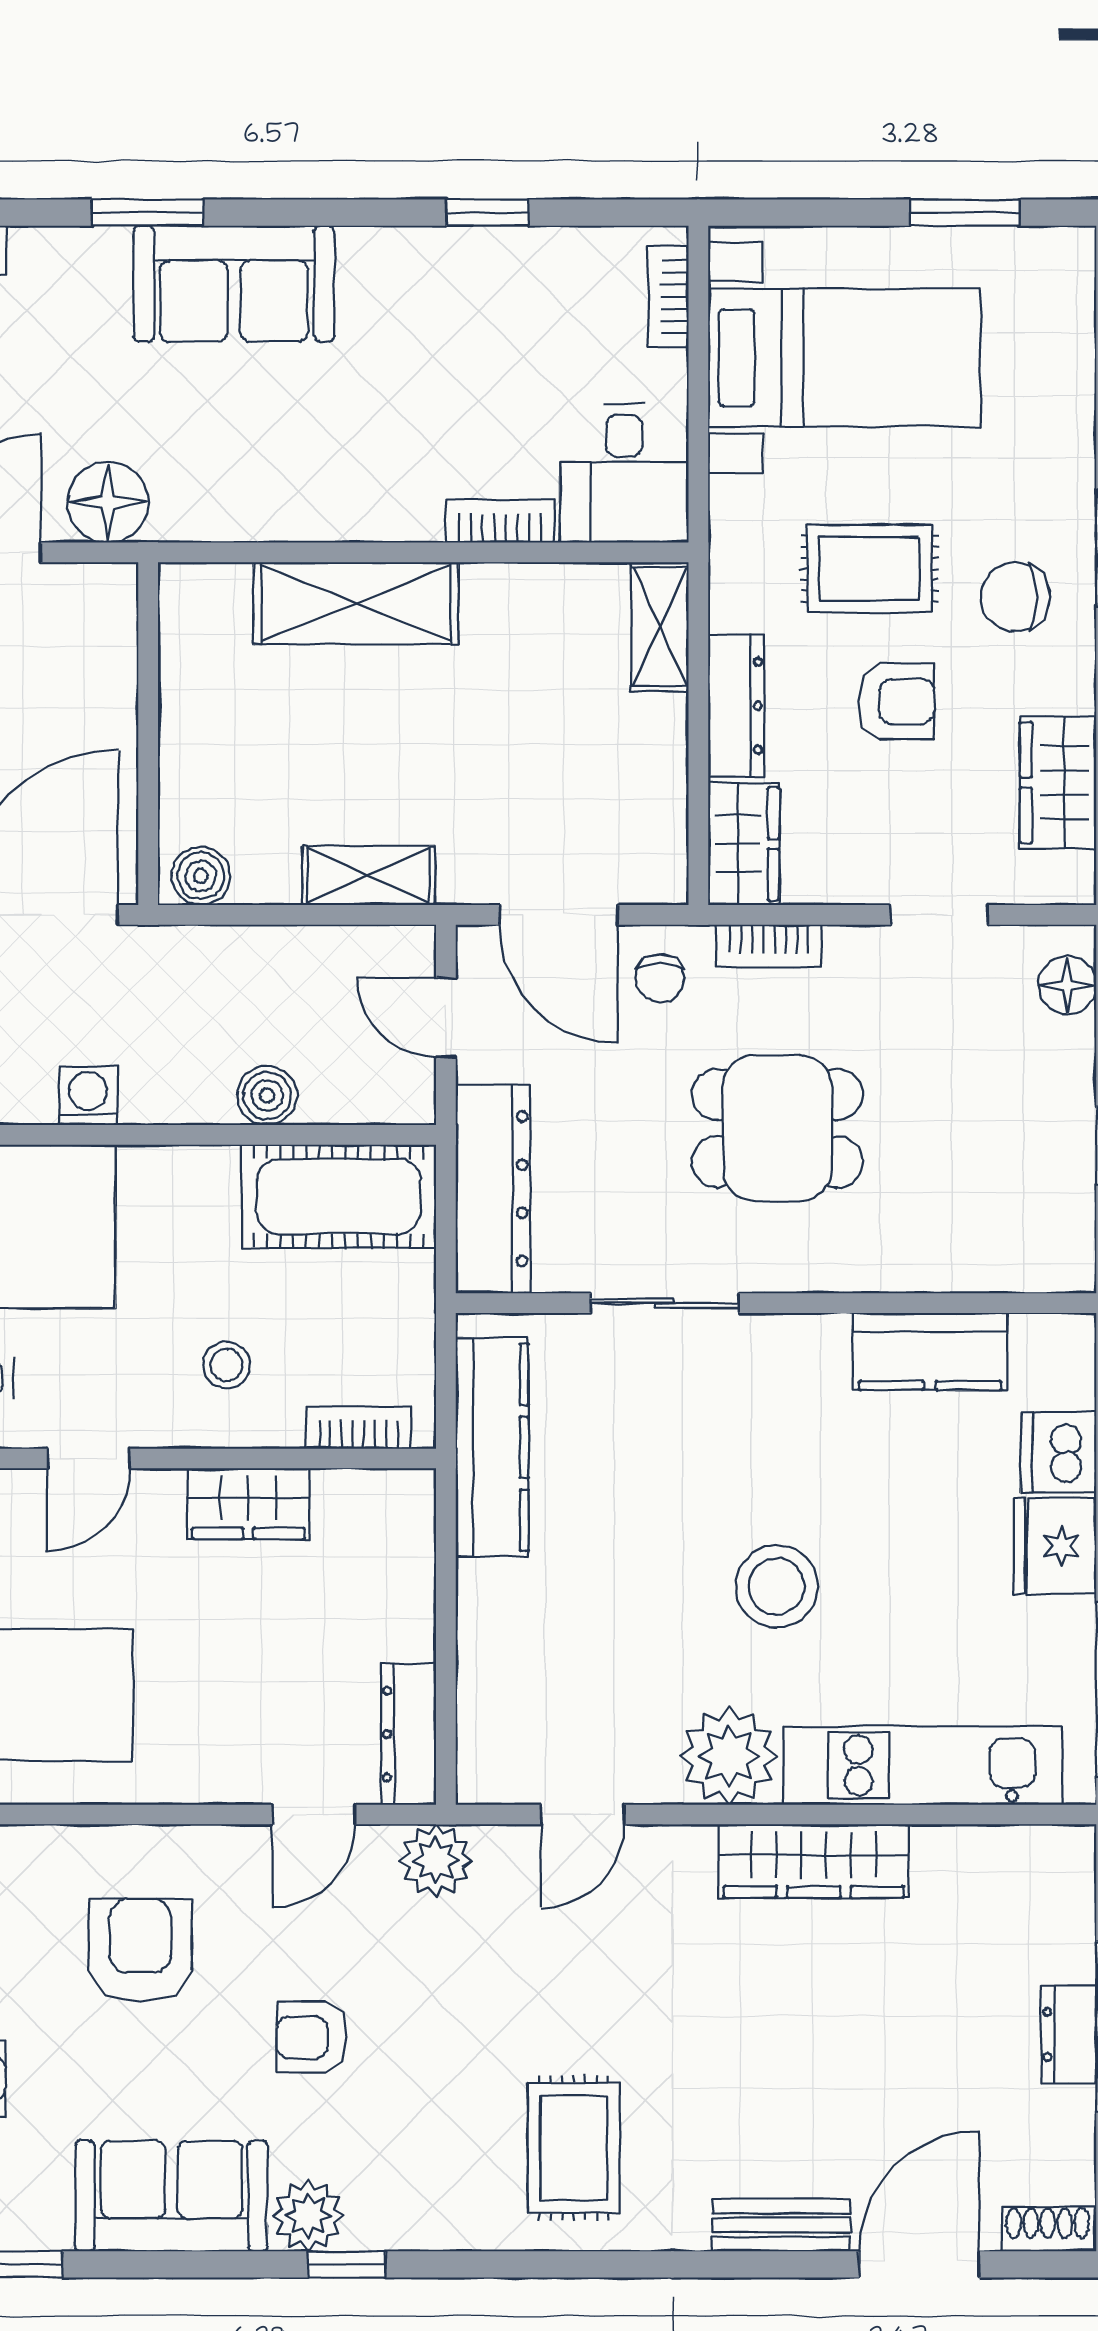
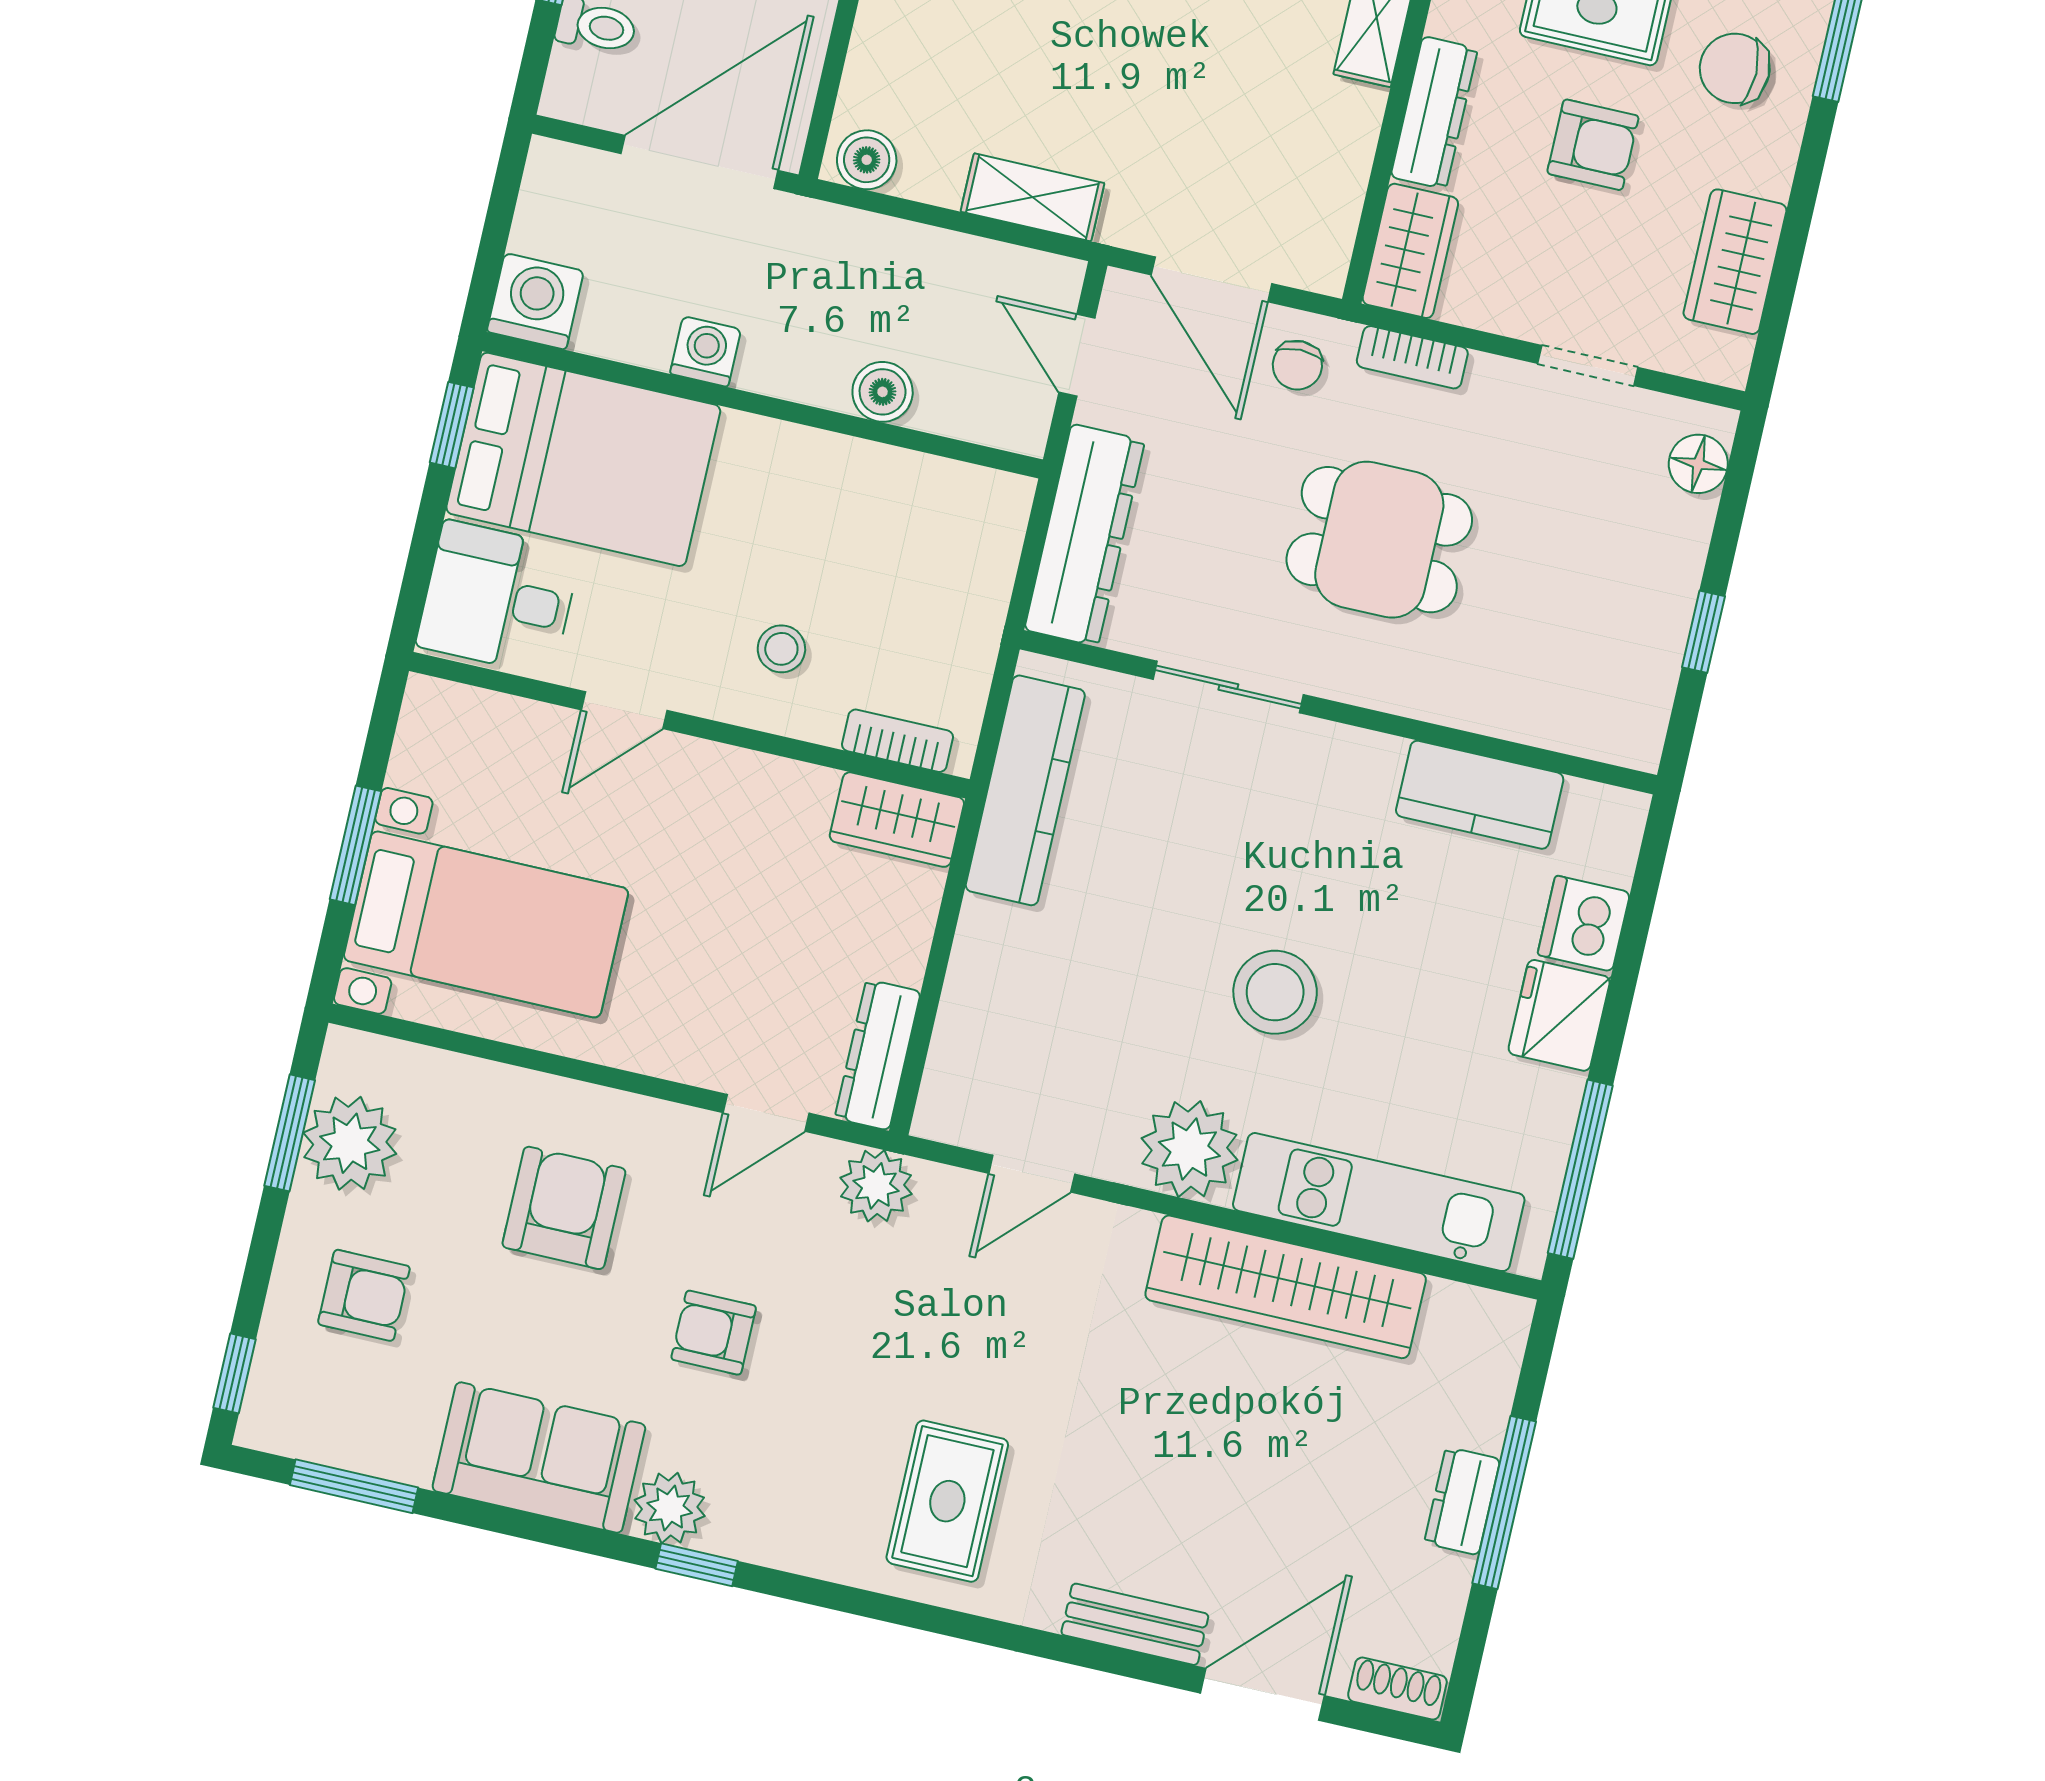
cot: (339, 1197) -> (930, 508), removed
wardrobe: (248, 1504) -> (897, 820), moved
wardrobe: (814, 1861) -> (1286, 1287), width x1.40, depth x1.17

